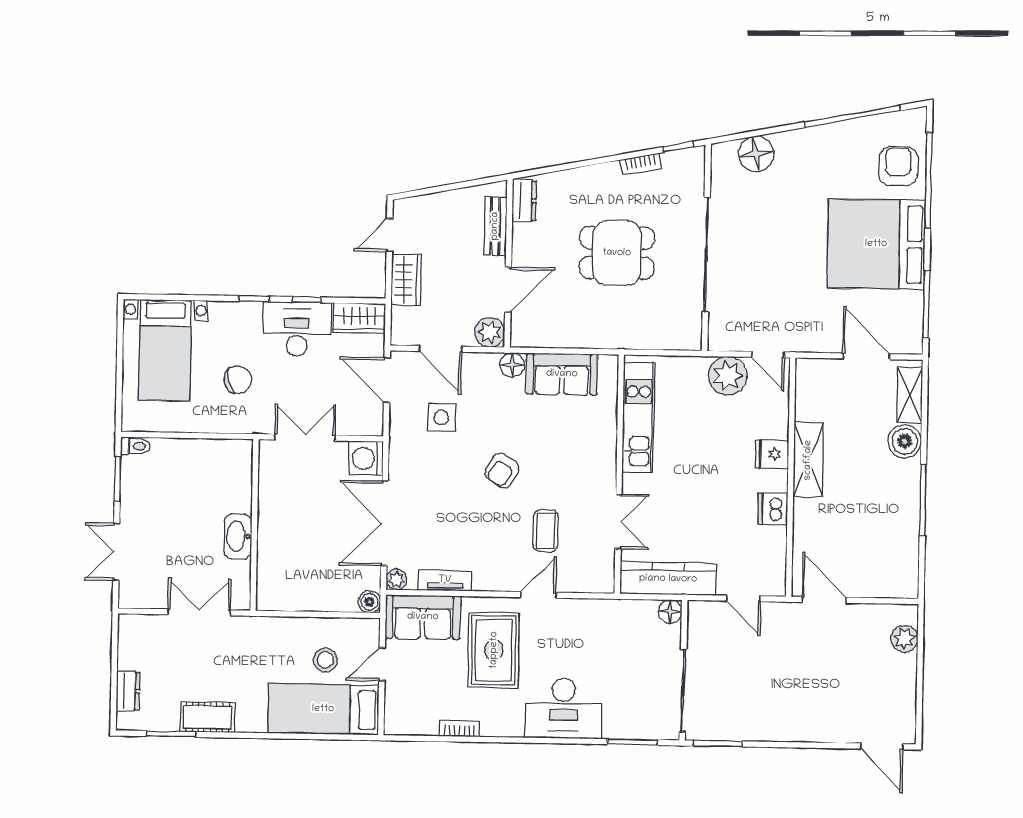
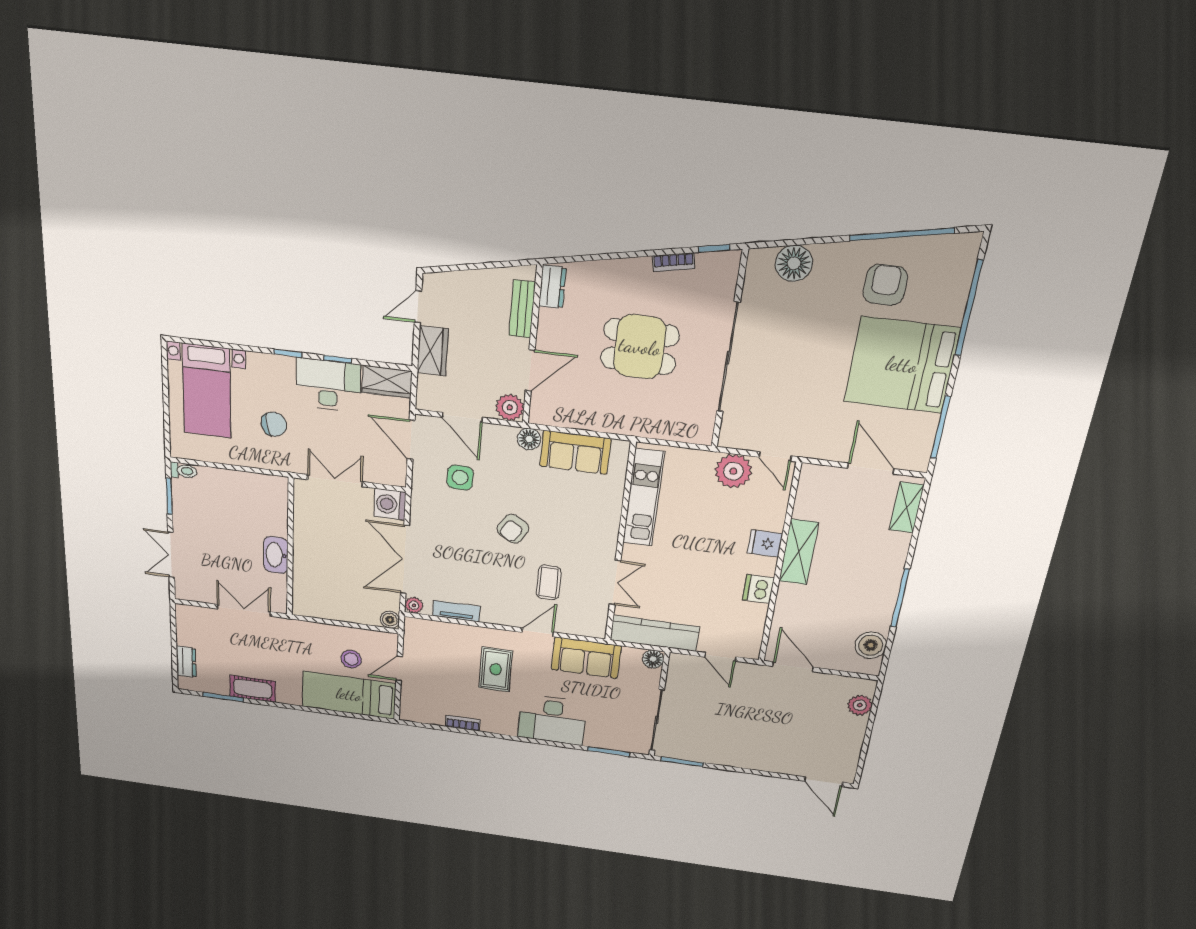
armchair: (898, 166) -> (885, 285), moved
boiler: (905, 441) -> (871, 645), moved
sofa: (423, 617) -> (586, 658), moved
rug: (494, 650) -> (496, 669), width x0.73, depth x0.70

